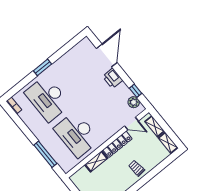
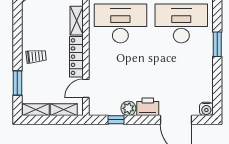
water cooler: (86, 43) -> (206, 109), added
plant: (134, 102) -> (128, 108), moved
window: (161, 166) -> (17, 83), added

